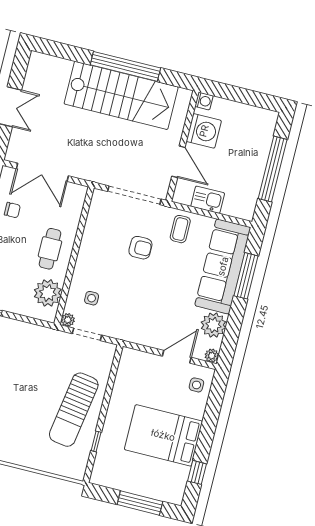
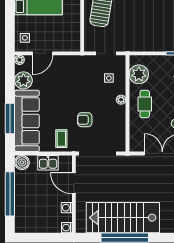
washing machine: (204, 131) -> (67, 208), width x0.53, depth x0.53
boiler: (245, 209) -> (22, 162), added
plant: (68, 320) -> (121, 100), moved

